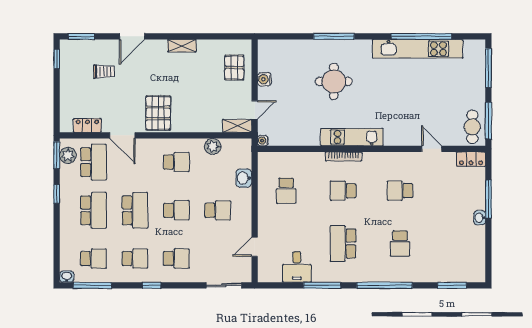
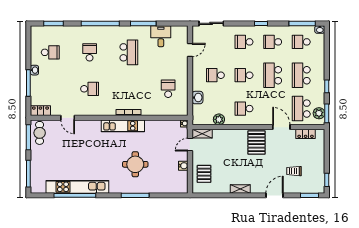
school desk: (343, 191) -> (50, 52), moved

